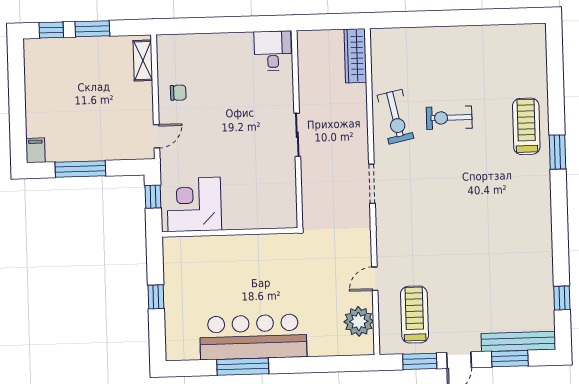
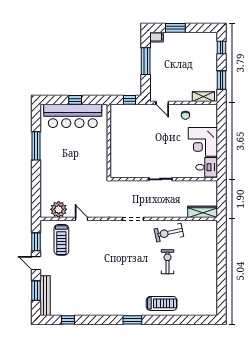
window: (92, 29) -> (221, 80), moved
window: (18, 116) -> (175, 28), added
window: (558, 152) -> (132, 320), moved
corner desk: (194, 204) -> (203, 142), moved, turned 180
treadmill: (415, 315) -> (61, 240), turned 90
bar counter: (253, 337) -> (73, 116), moved, turned 90

